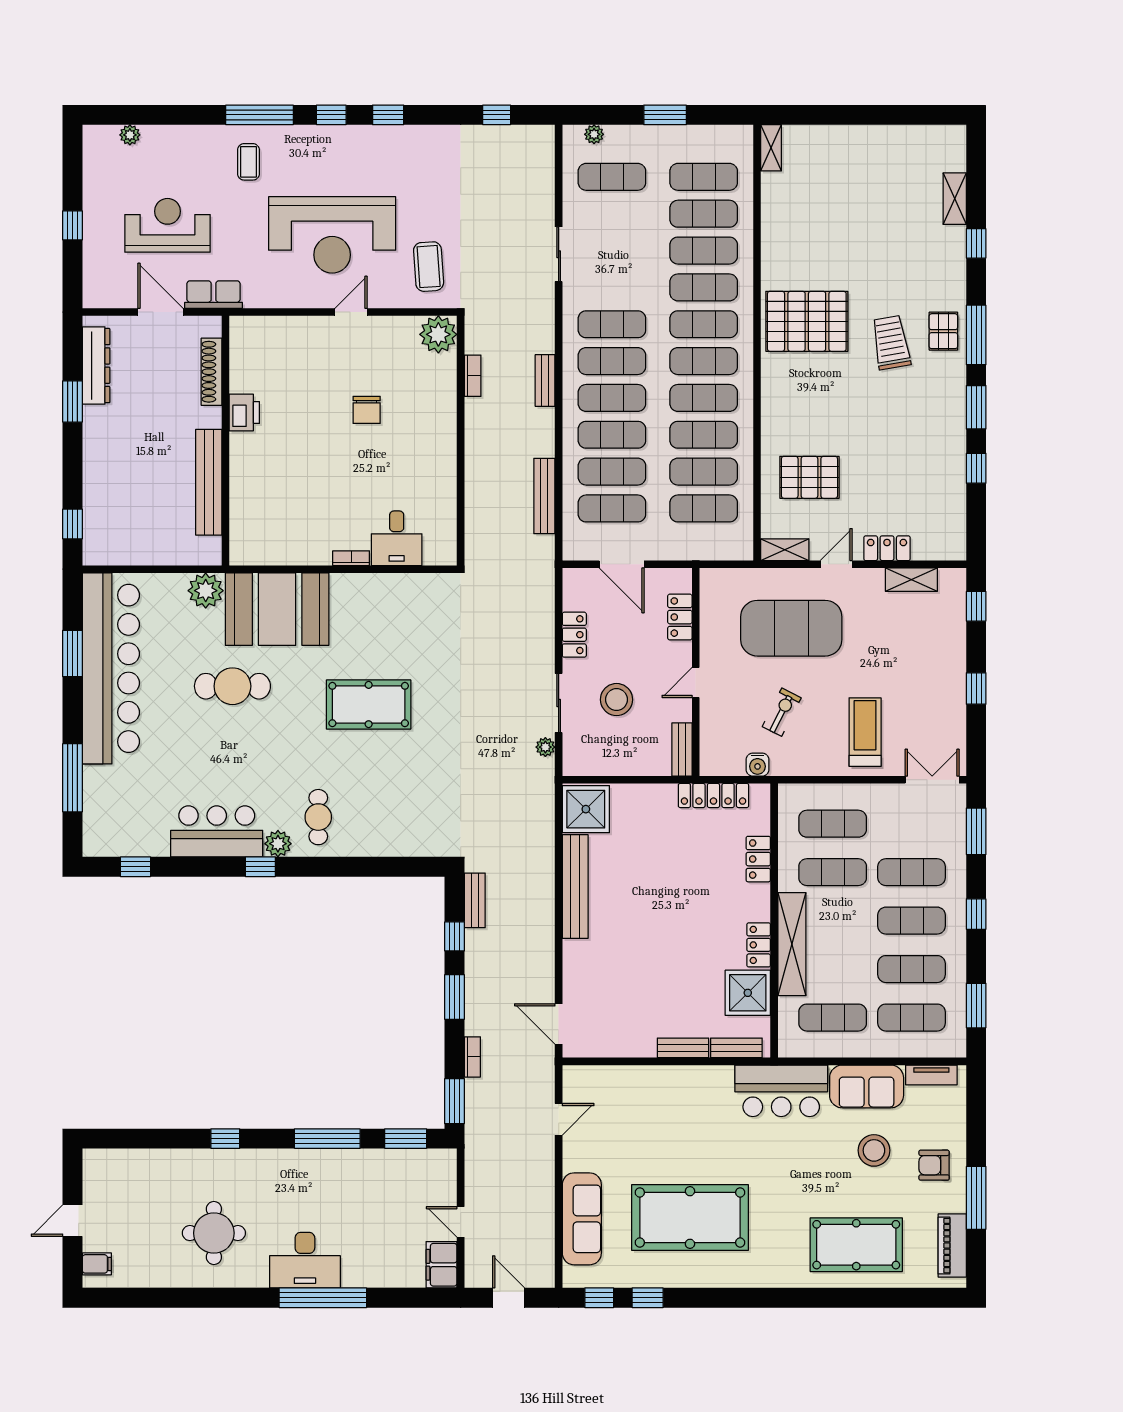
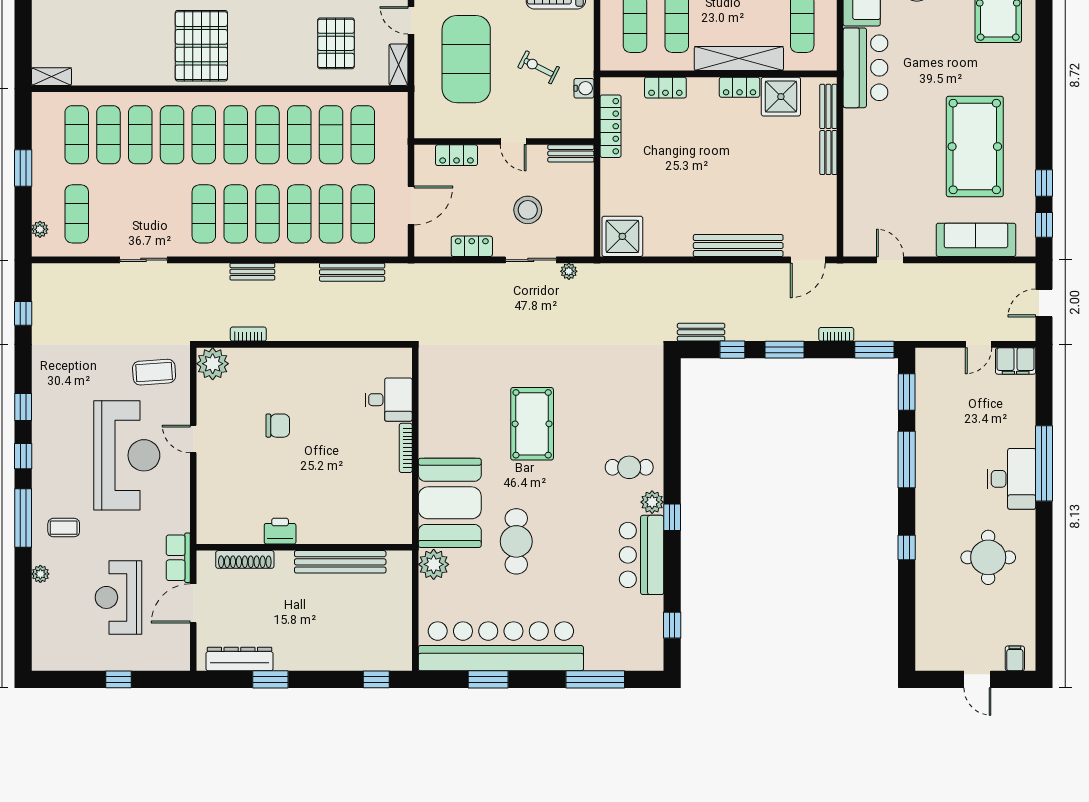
plant: (130, 135) -> (40, 574), moved
bookcase: (351, 558) -> (406, 448), width x1.56
bench: (575, 887) -> (738, 246), moved

